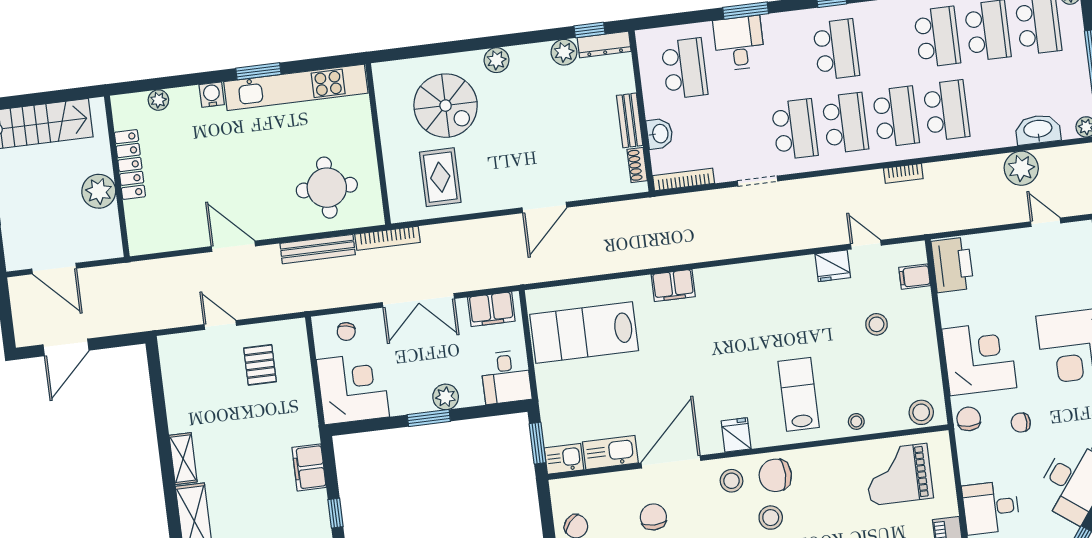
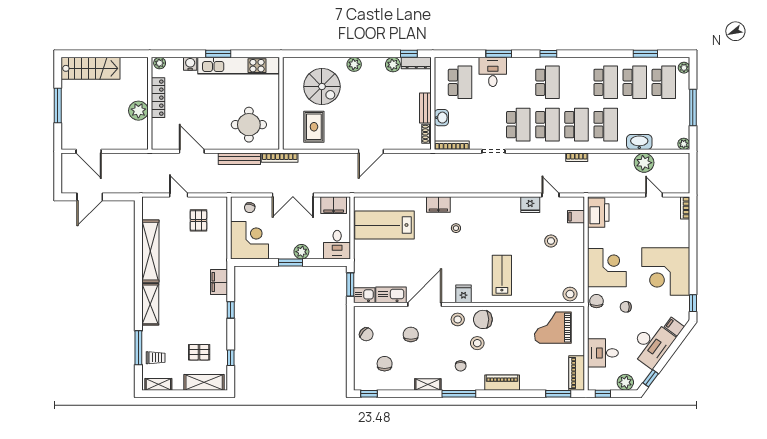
washbasin: (1038, 130) -> (639, 142), moved
locker: (130, 164) -> (158, 98), moved
wall: (117, 176) -> (150, 103), moved
plant: (99, 191) -> (138, 111), moved
stool: (856, 421) -> (456, 228), moved
shelving: (183, 459) -> (150, 251), width x2.20, depth x1.33

